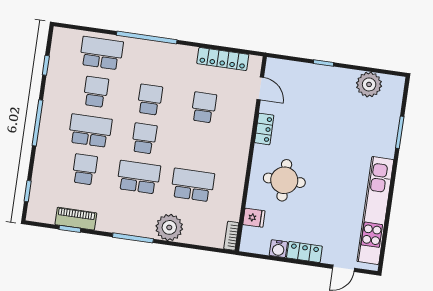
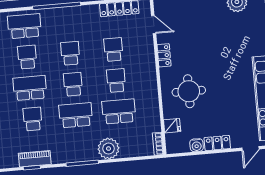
school desk: (198, 146) -> (116, 81), added

